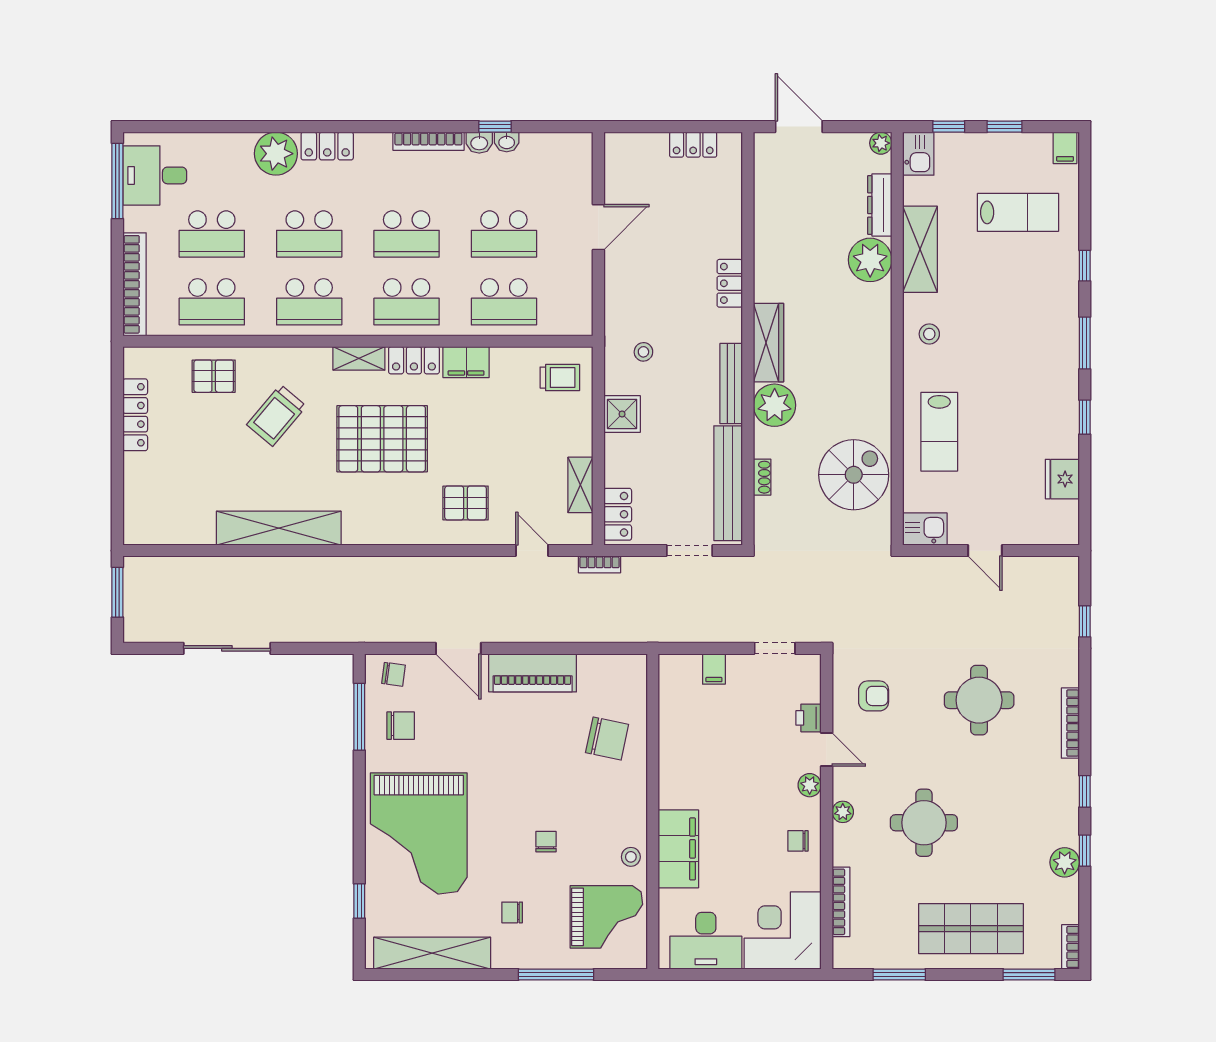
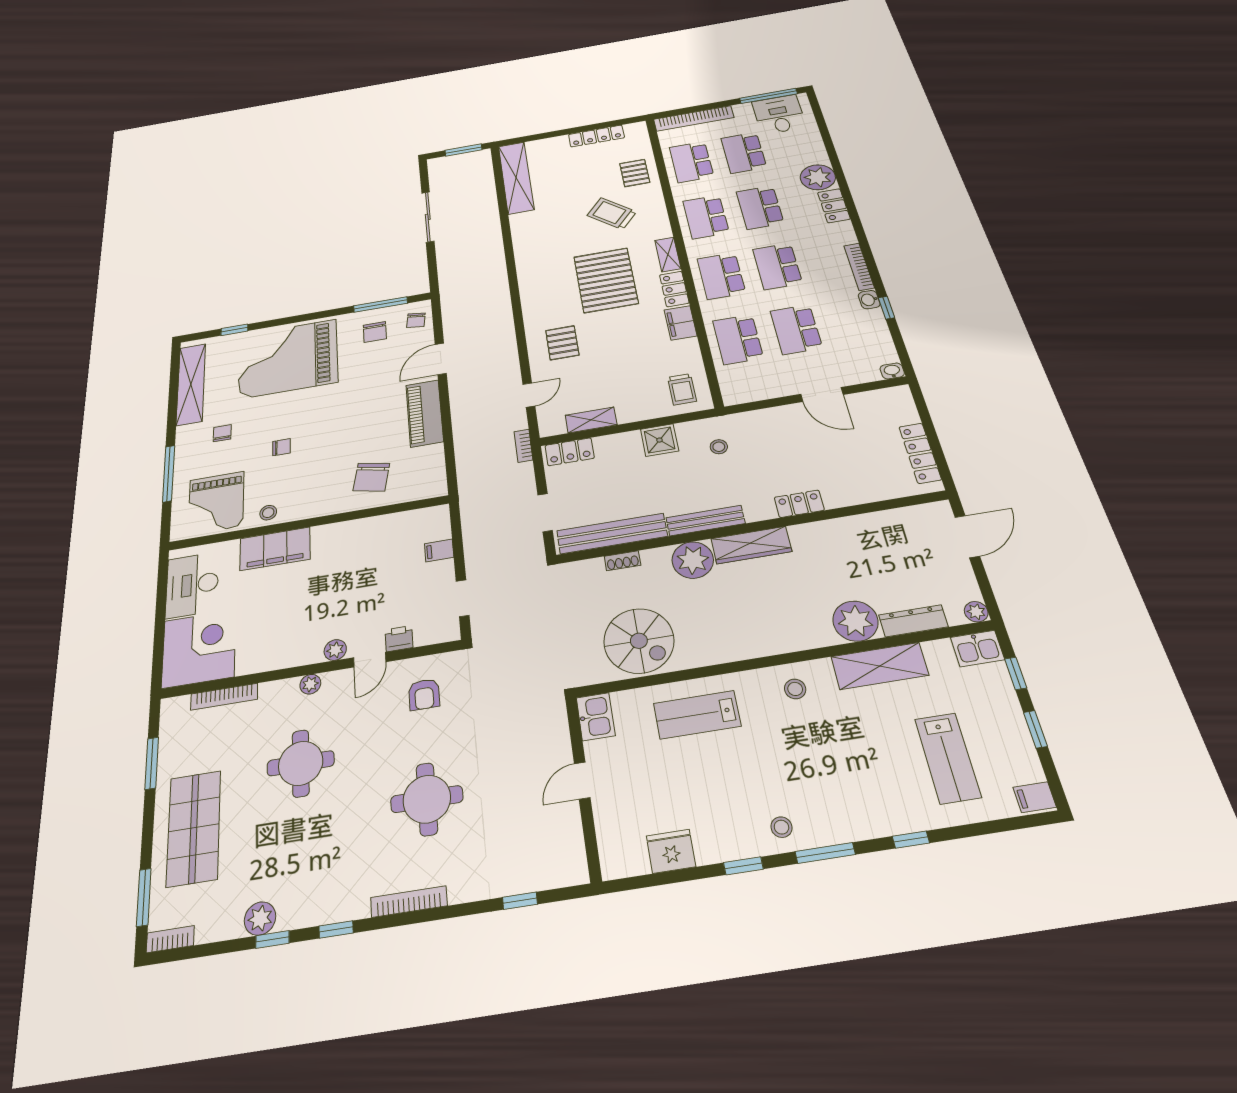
washbasin: (507, 142) -> (892, 371), moved, turned 90
locker: (693, 145) -> (920, 453), width x1.53
stool: (1056, 376) -> (781, 827), added
shelving: (279, 528) -> (516, 178), moved
chair: (798, 841) -> (282, 648), removed

